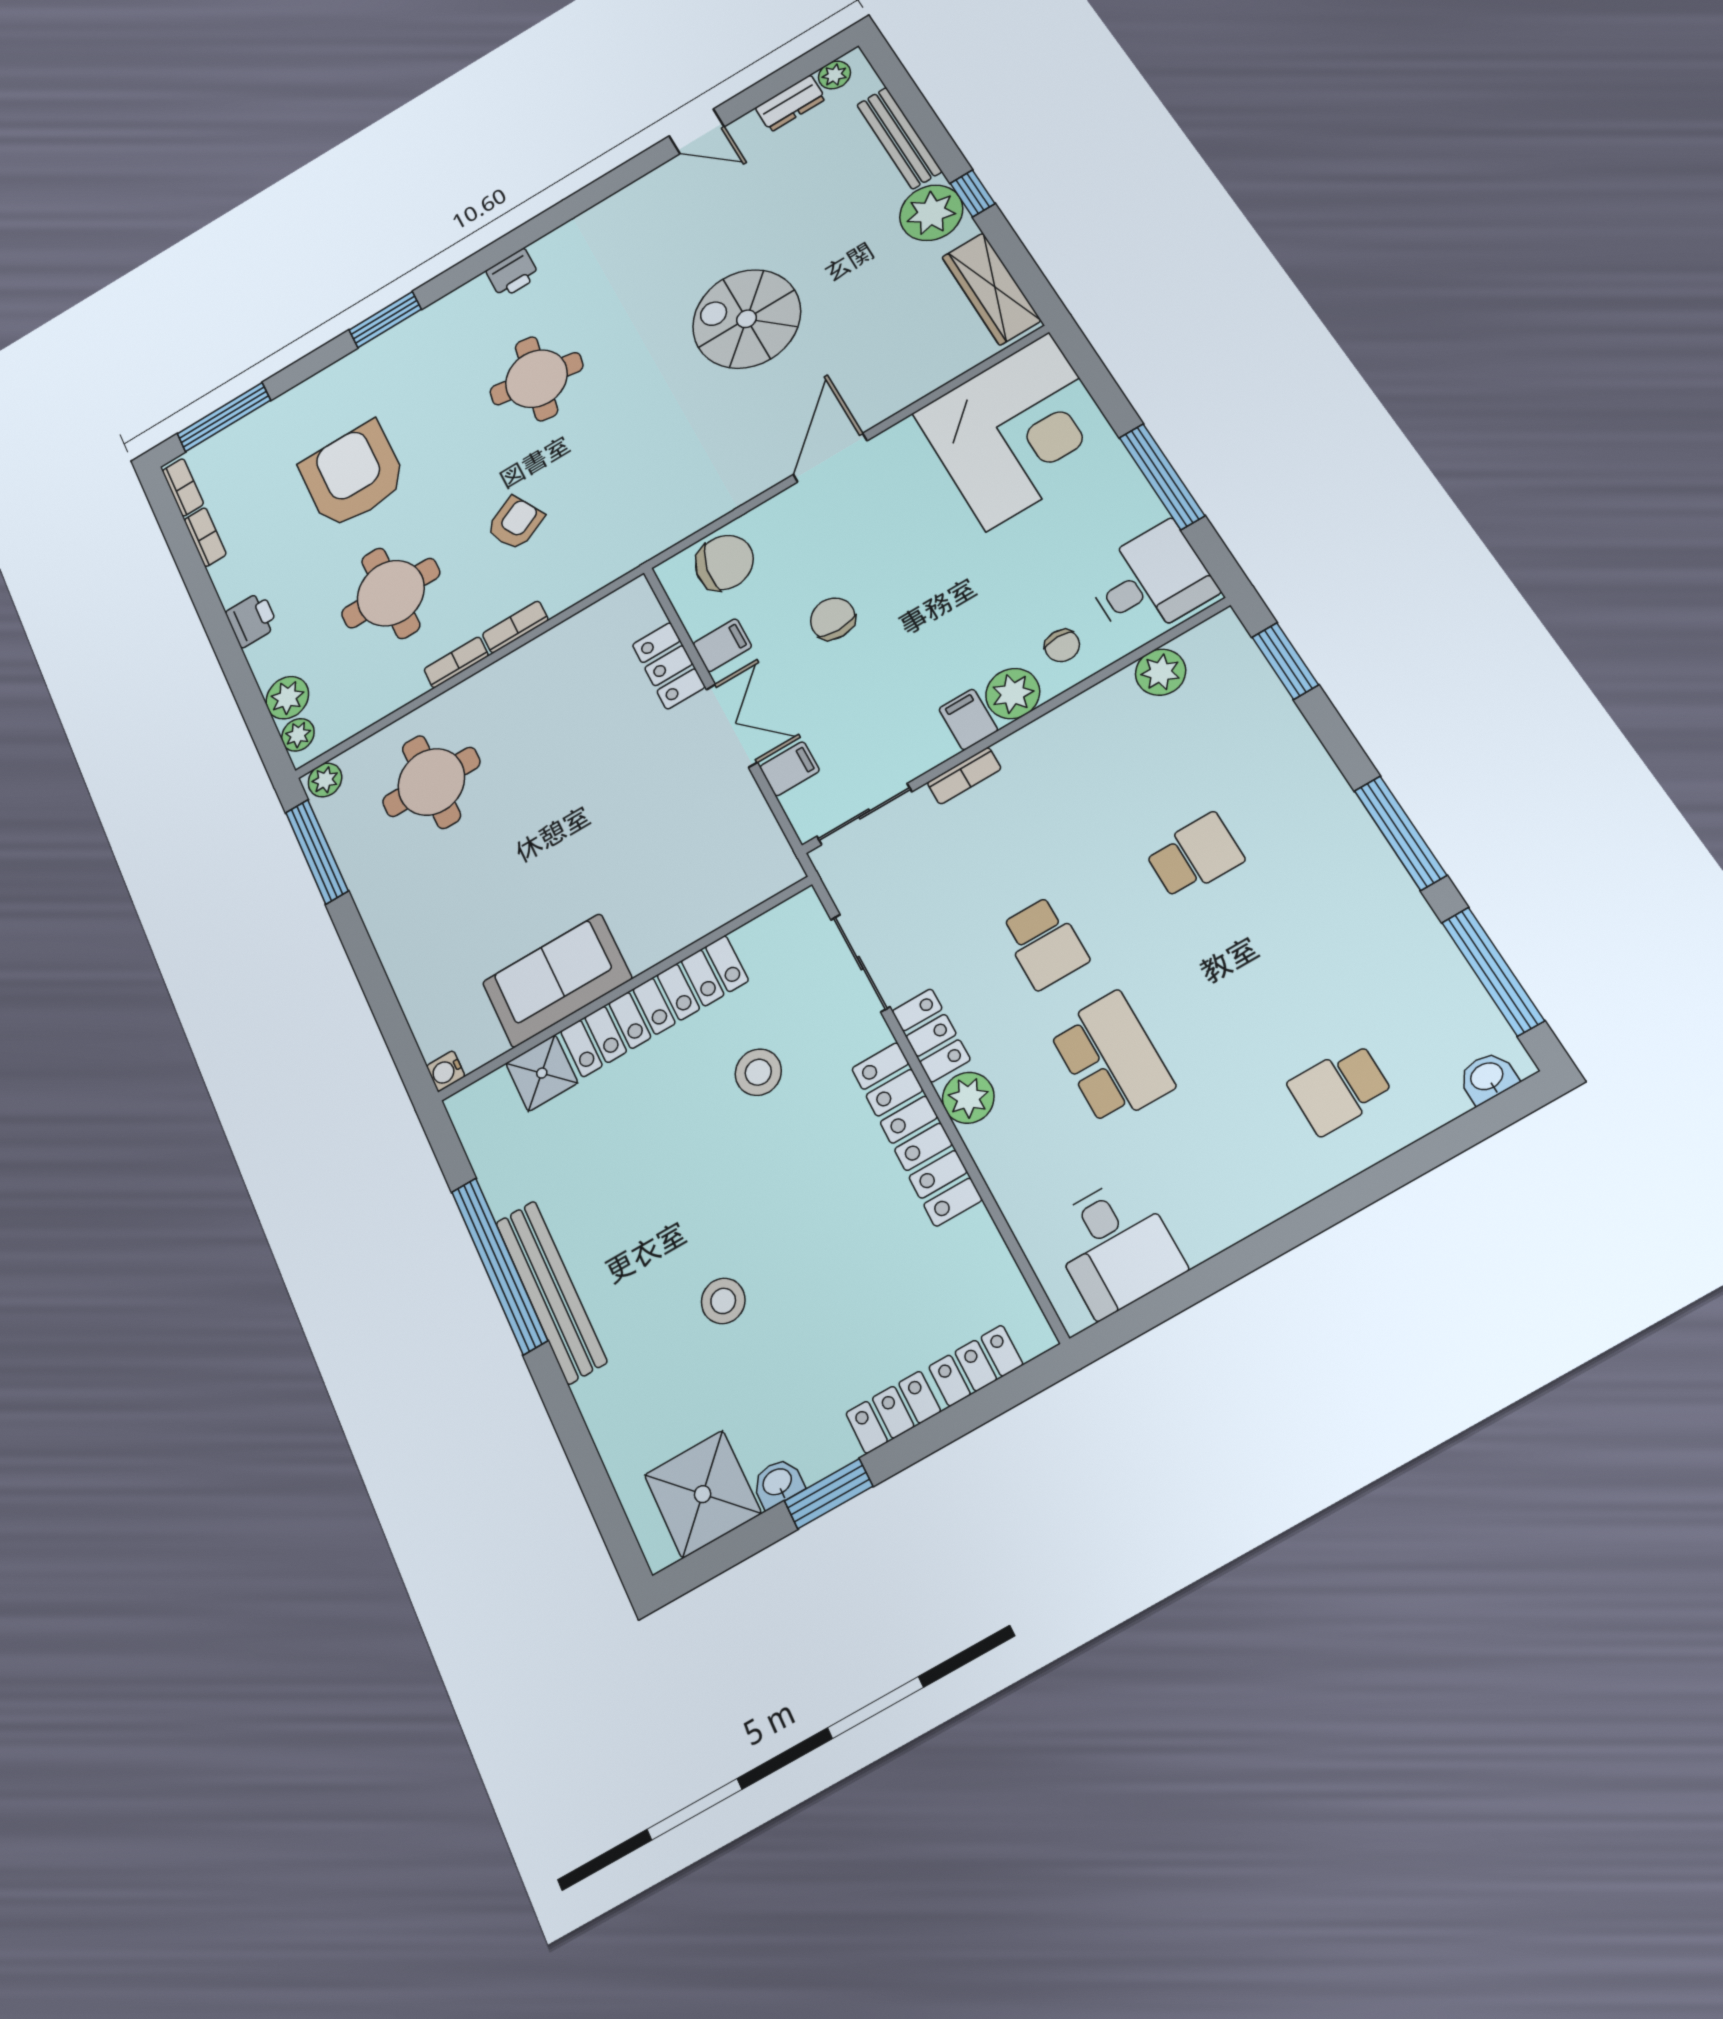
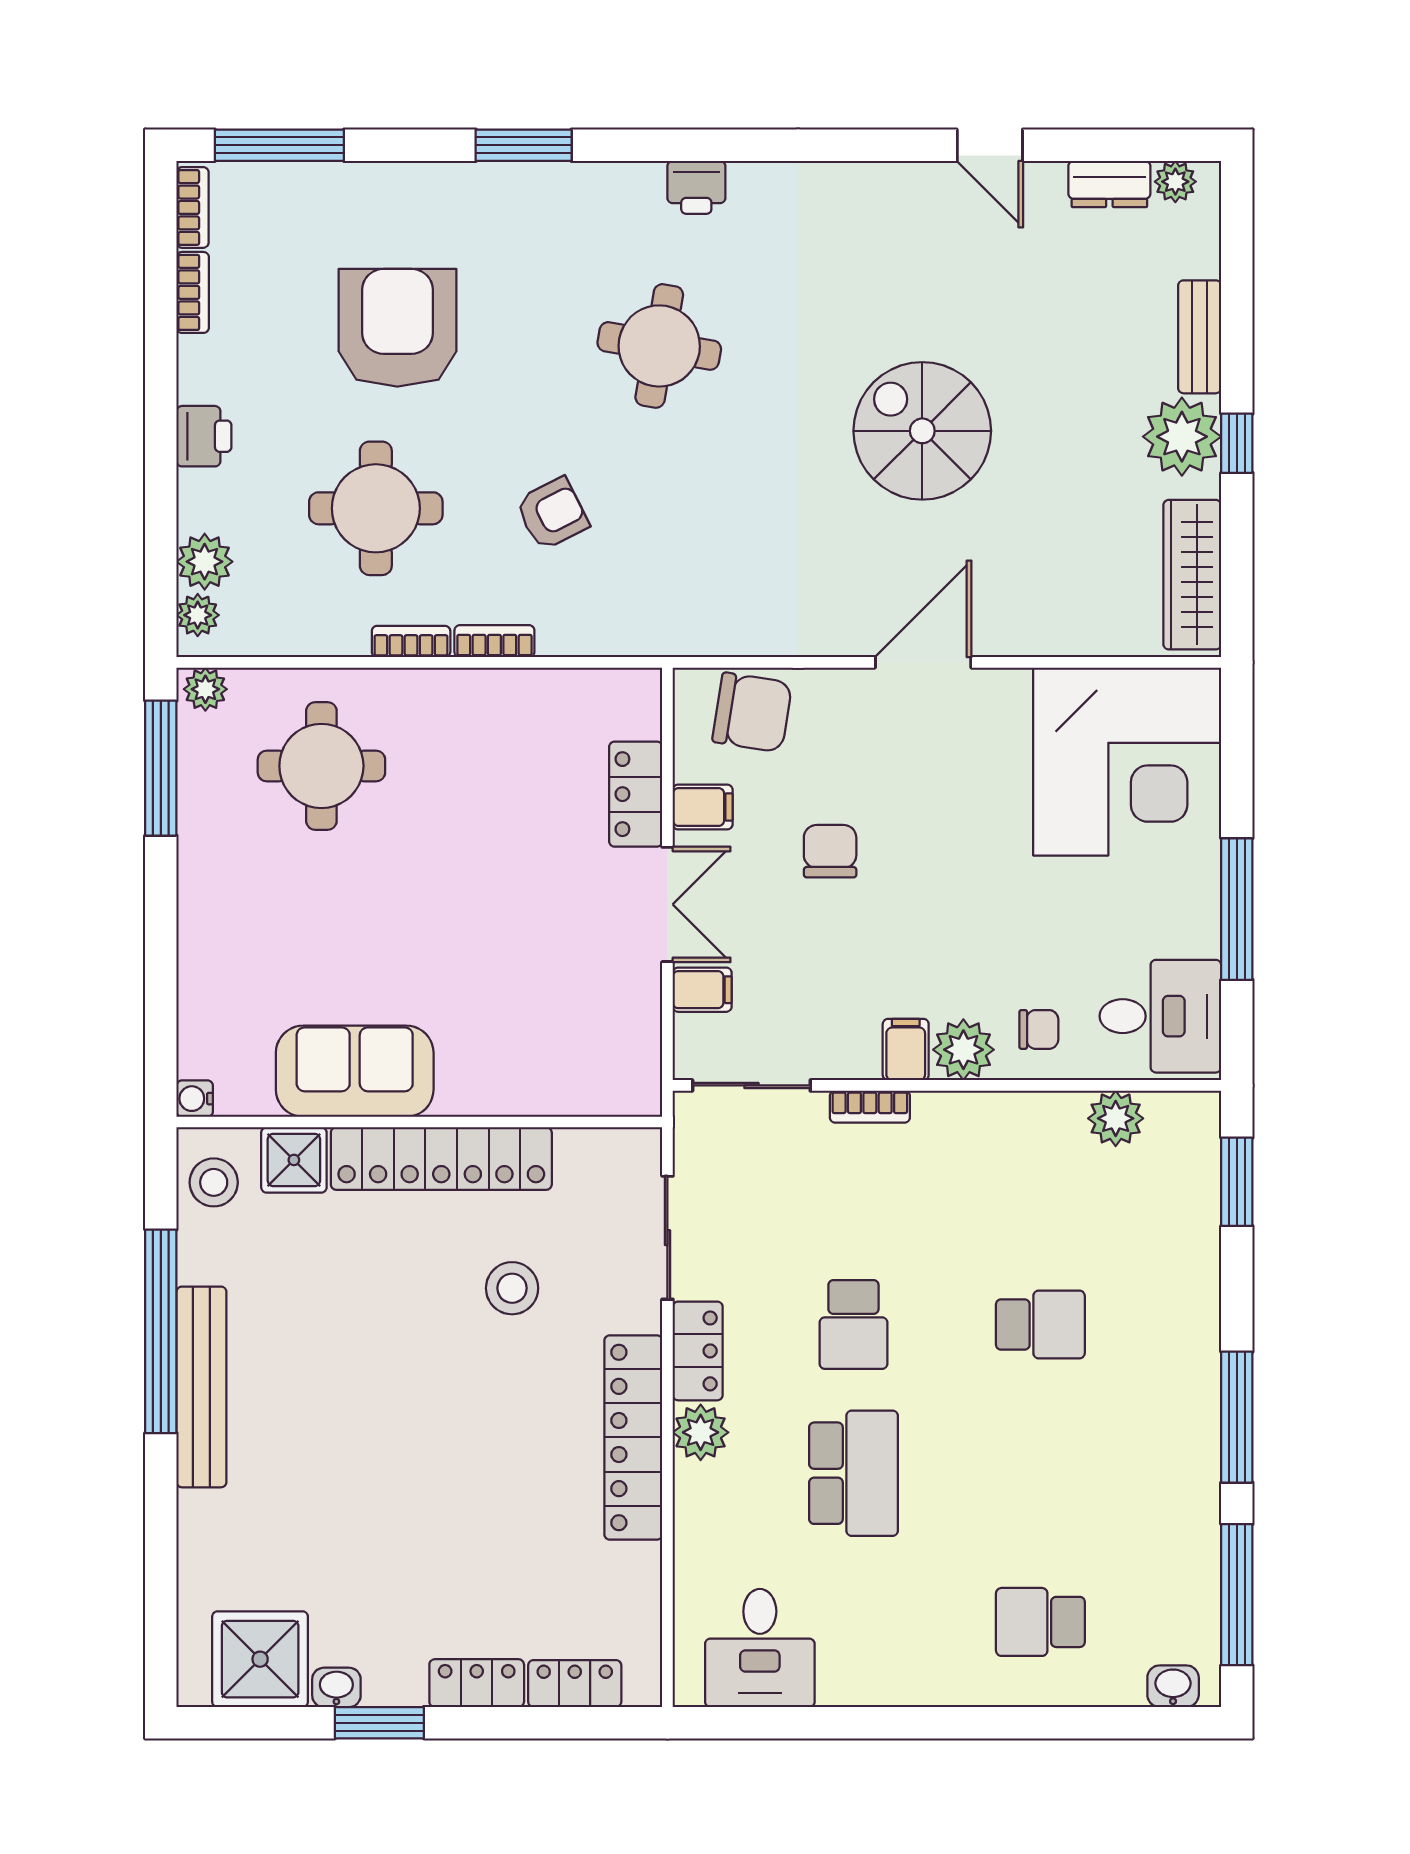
bench: (899, 138) -> (1200, 337), width x0.73
chair: (1062, 646) -> (1039, 1029), turned -90
stool: (723, 1301) -> (214, 1182), moved

